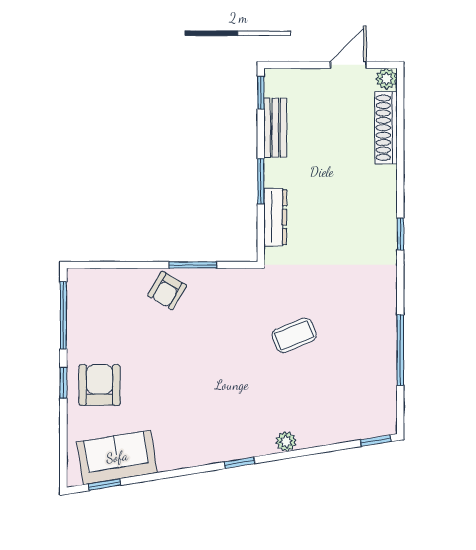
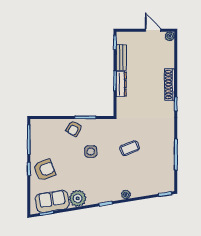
door: (348, 65) -> (153, 30), hinge flipped
shoe rack: (386, 128) -> (170, 85), moved
dresser: (275, 217) -> (121, 84), moved
side table: (205, 343) -> (91, 152), added
armchair: (100, 385) -> (45, 170), turned 68
plant: (175, 451) -> (78, 198), added

